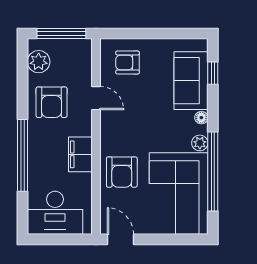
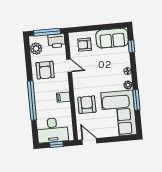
printer: (77, 51) -> (56, 41), added
sofa: (191, 81) -> (112, 38), moved, turned -90
filing cabinet: (80, 154) -> (63, 97), width x0.50
armchair: (122, 172) -> (87, 105), turned 180
window: (213, 172) -> (136, 100), width x0.47
window: (60, 239) -> (56, 144), added

